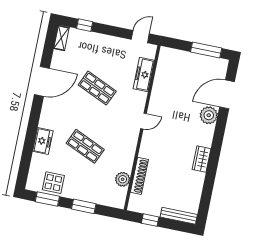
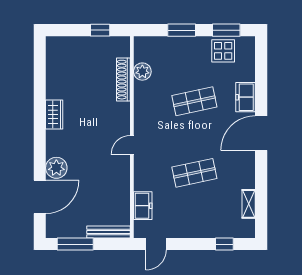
shelving: (61, 38) -> (249, 204), moved
freezer: (144, 75) -> (143, 206), width x0.71
door: (42, 81) -> (261, 133), moved
shop shelf: (97, 88) -> (194, 173), turned -36
shop shelf: (85, 146) -> (194, 101), turned -36
bench: (179, 216) -> (108, 232), moved

